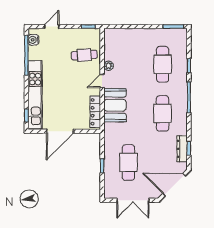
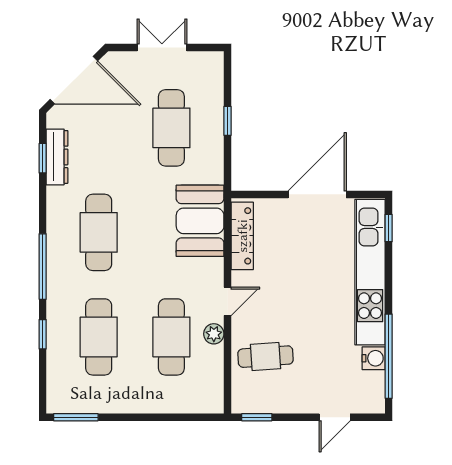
water cooler: (33, 40) -> (374, 358), moved
cafe table: (128, 64) -> (171, 337), added
booth: (115, 105) -> (200, 221), moved
double door: (133, 200) -> (162, 48), width x0.73

